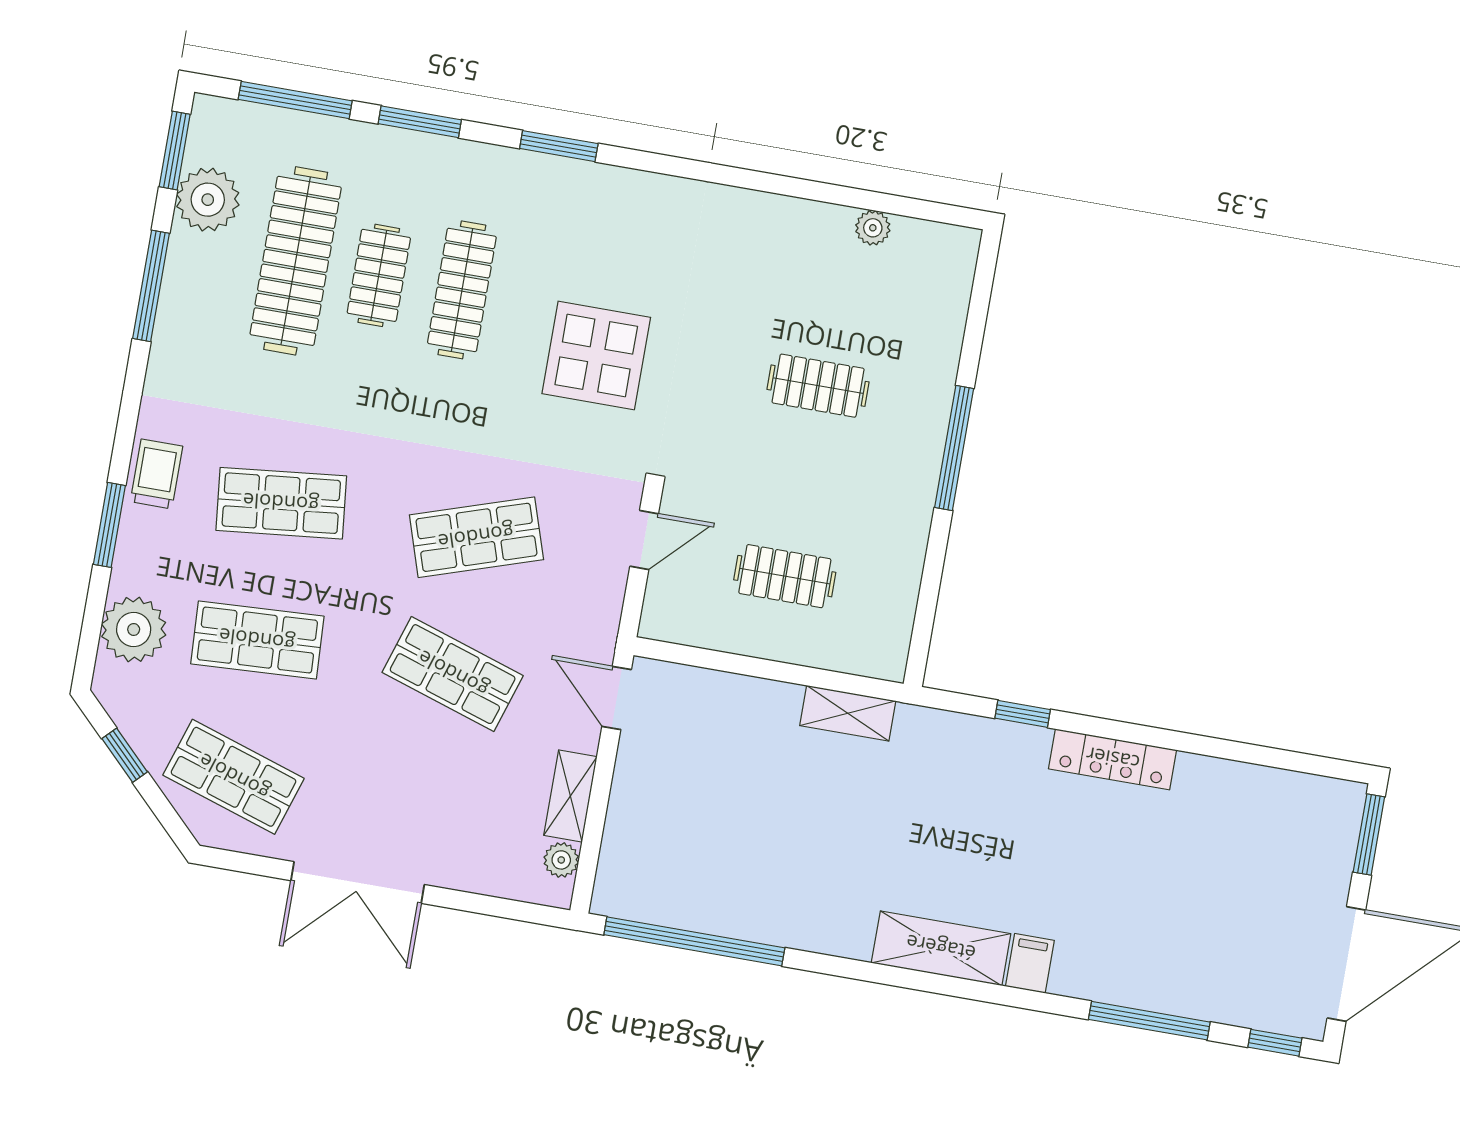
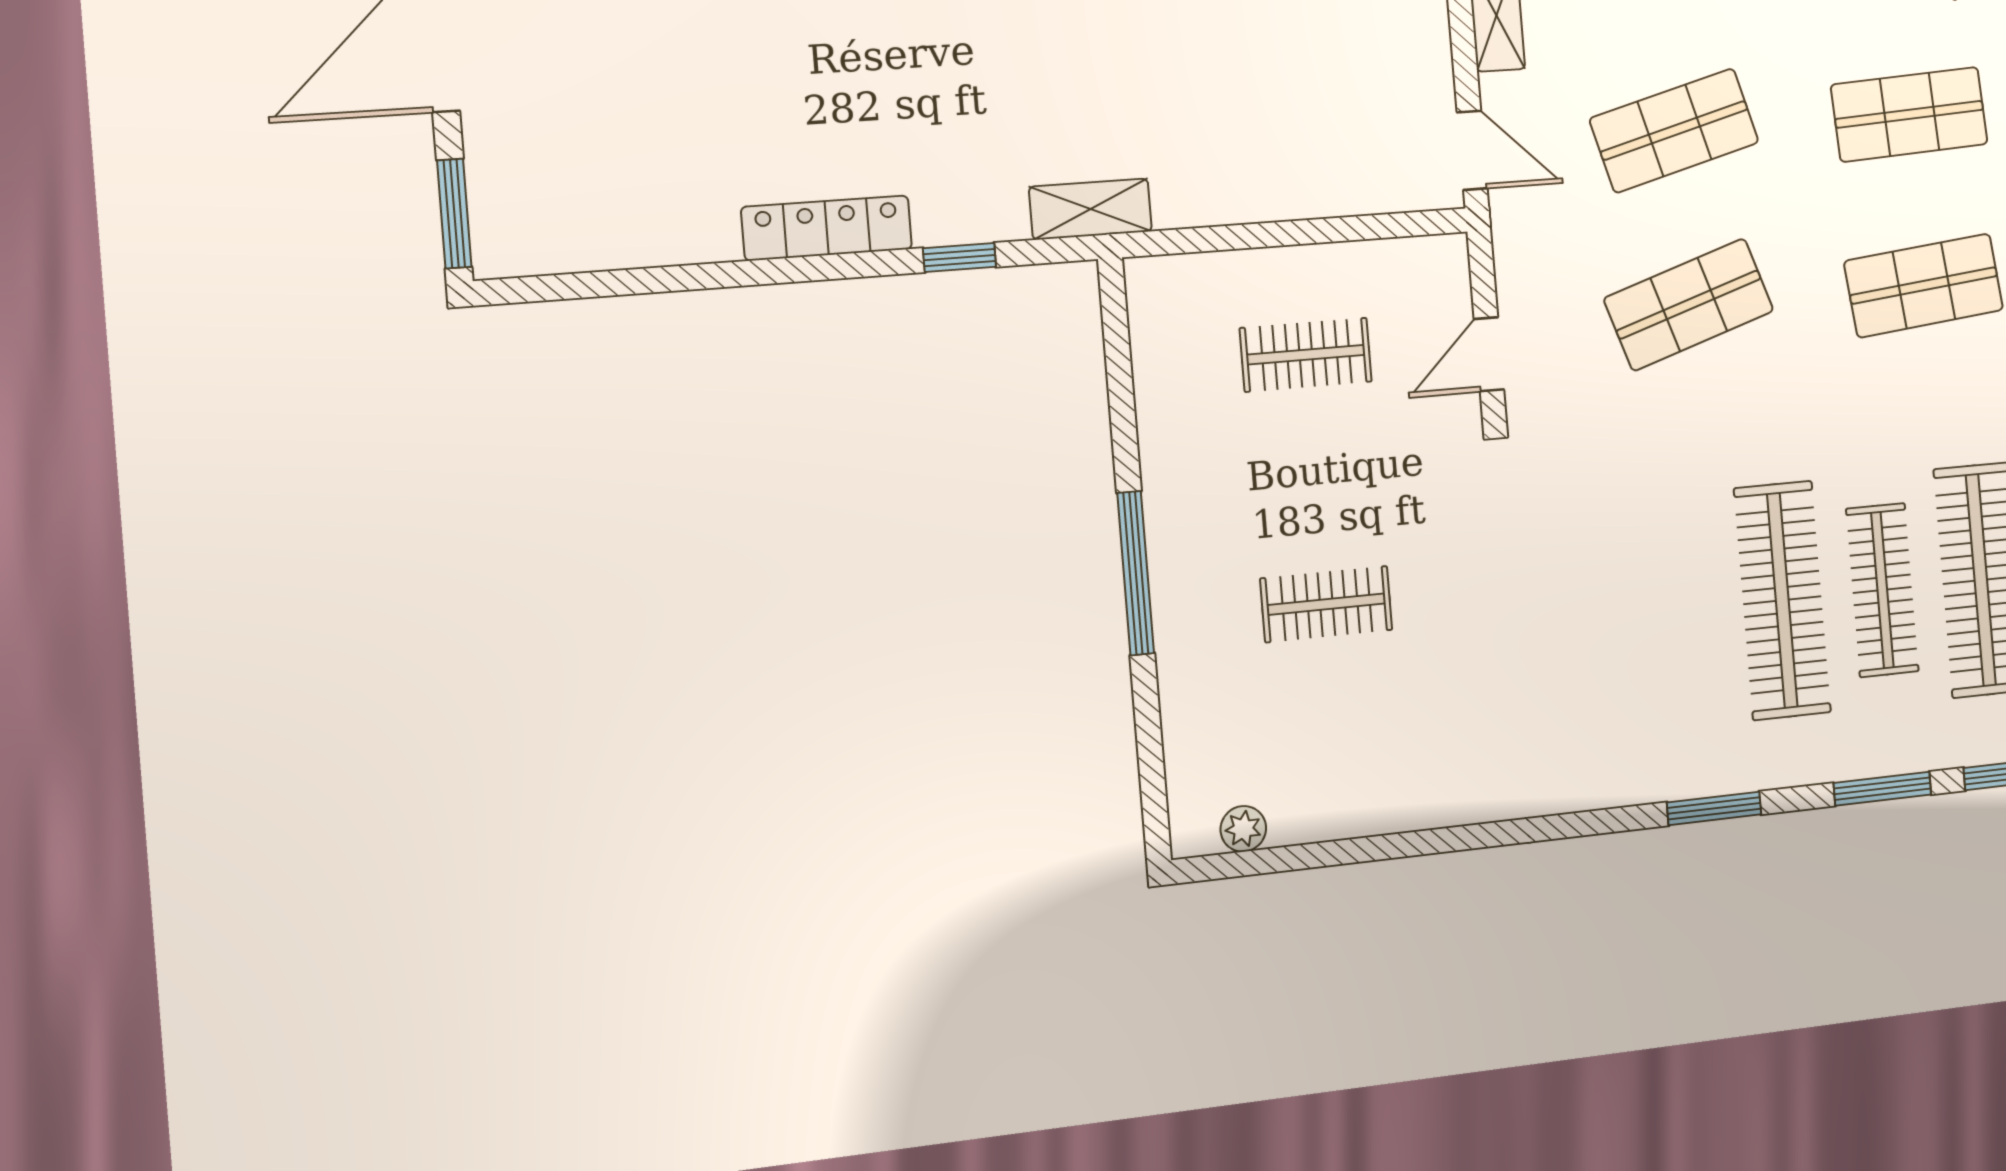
plant: (873, 228) -> (1243, 829), moved
clothes rail: (379, 275) -> (1882, 590), width x1.36
clothes rail: (462, 290) -> (1782, 600), width x1.37, depth x1.31
display table: (596, 355) -> (1604, 566), removed
shop shelf: (453, 674) -> (1674, 130), turned -33
shelving: (848, 713) -> (1090, 209), moved

